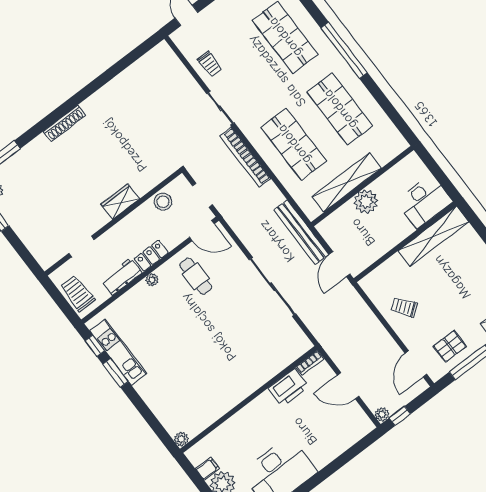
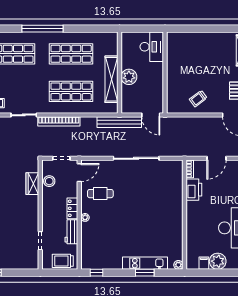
wardrobe: (120, 201) -> (32, 184), moved
shelving: (433, 236) -> (173, 56), removed
kitchen unit: (118, 352) -> (145, 263), moved
window: (116, 373) -> (145, 273), moved

